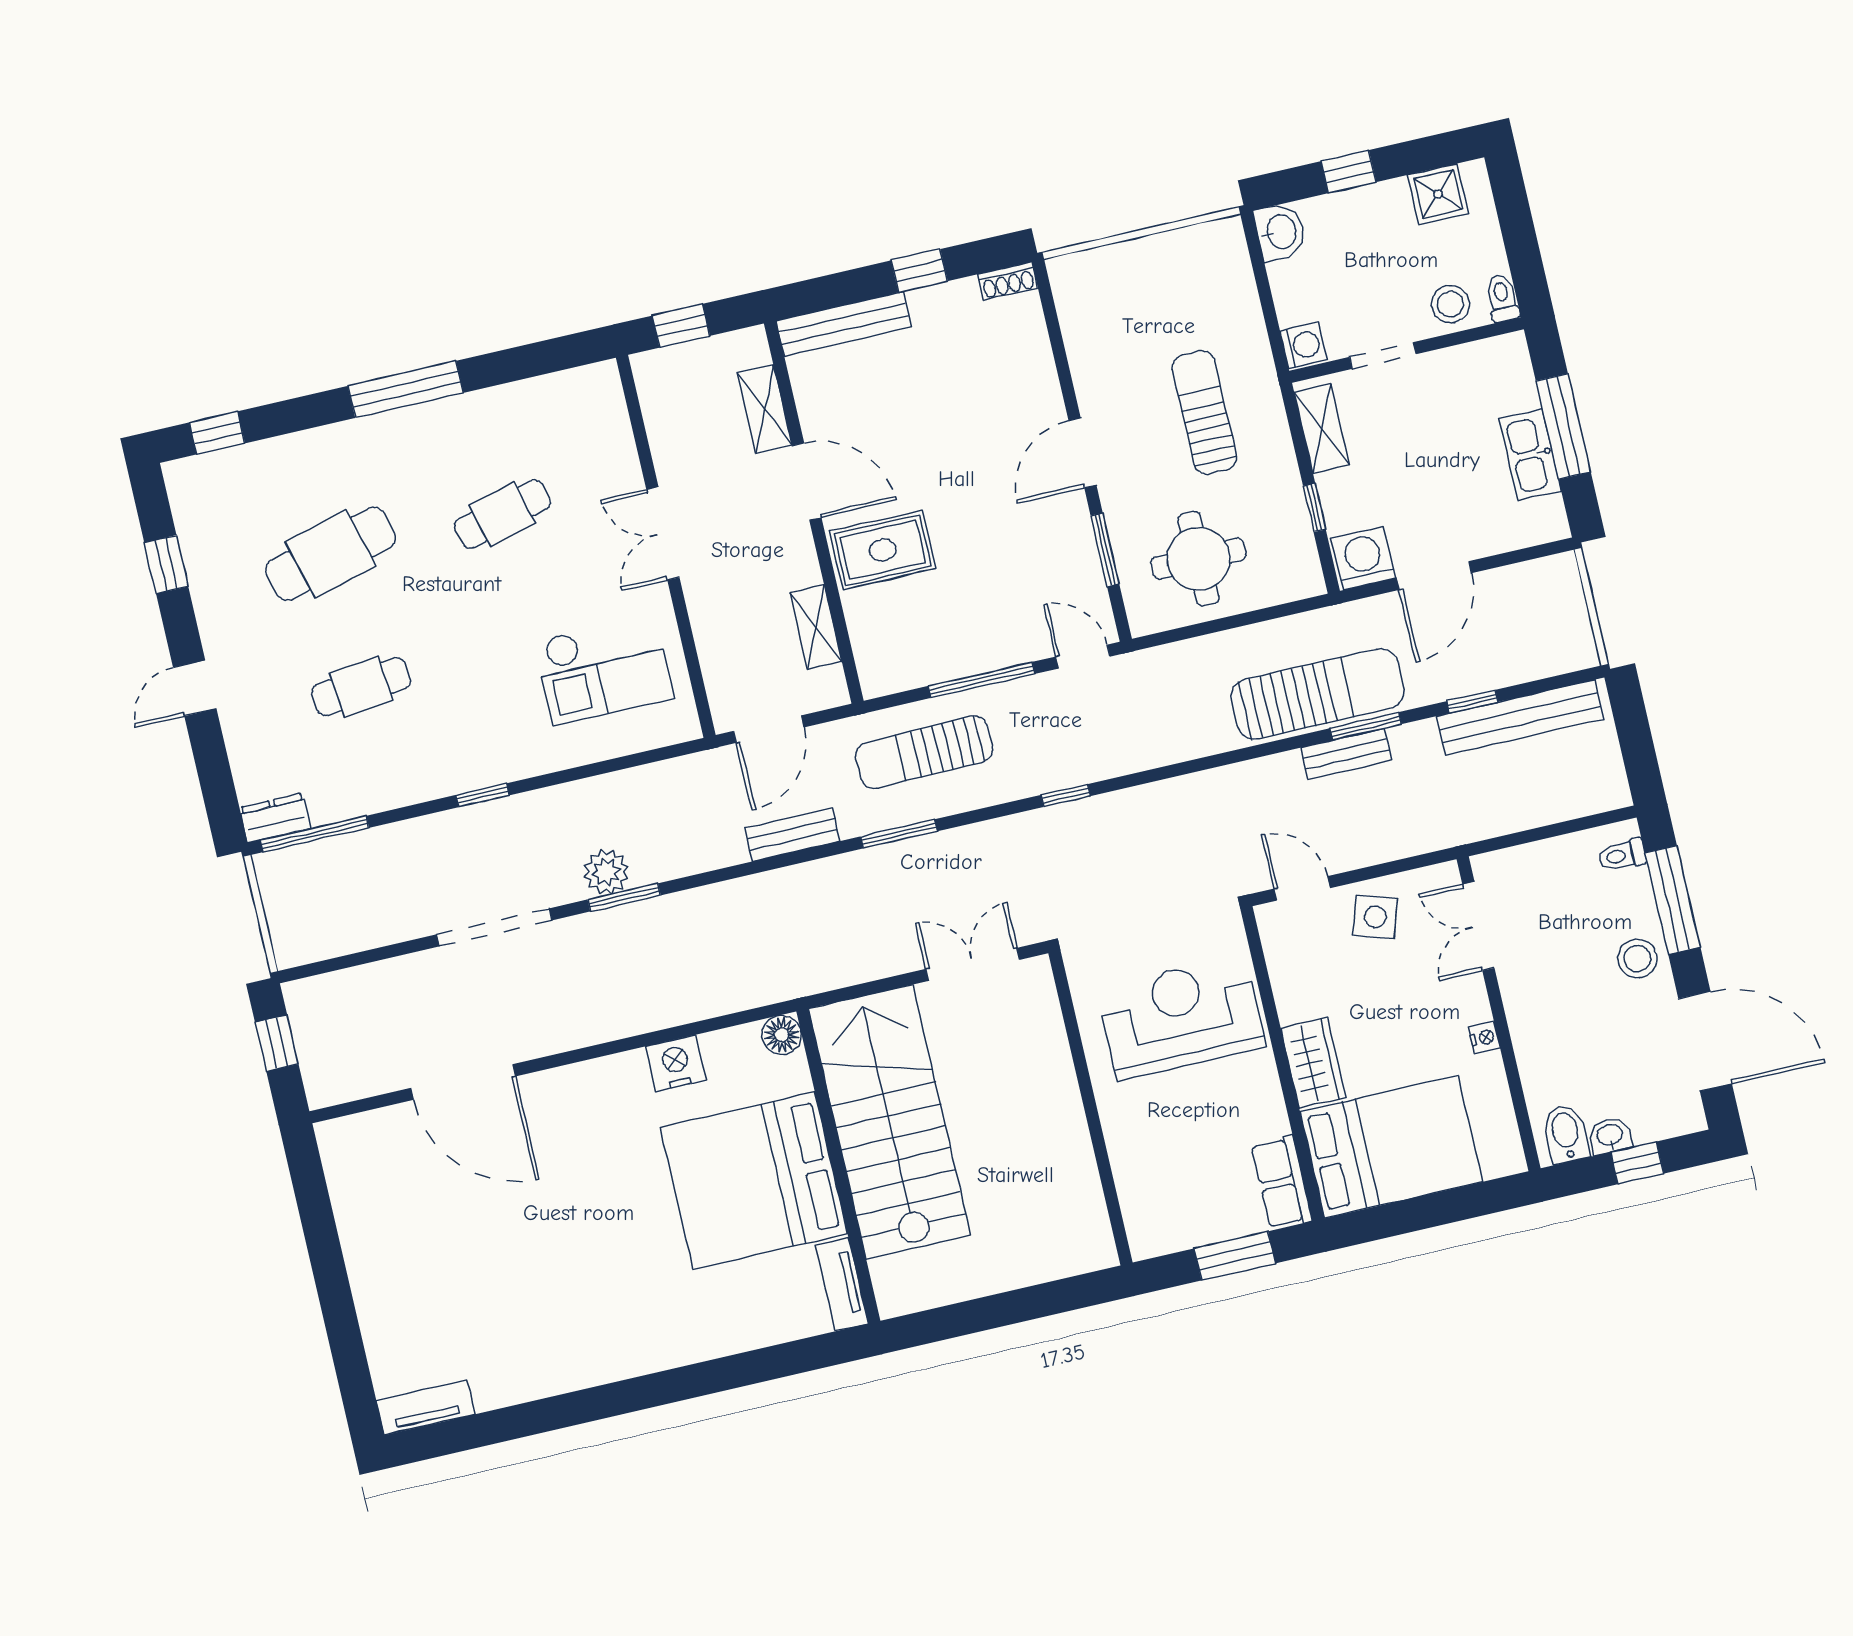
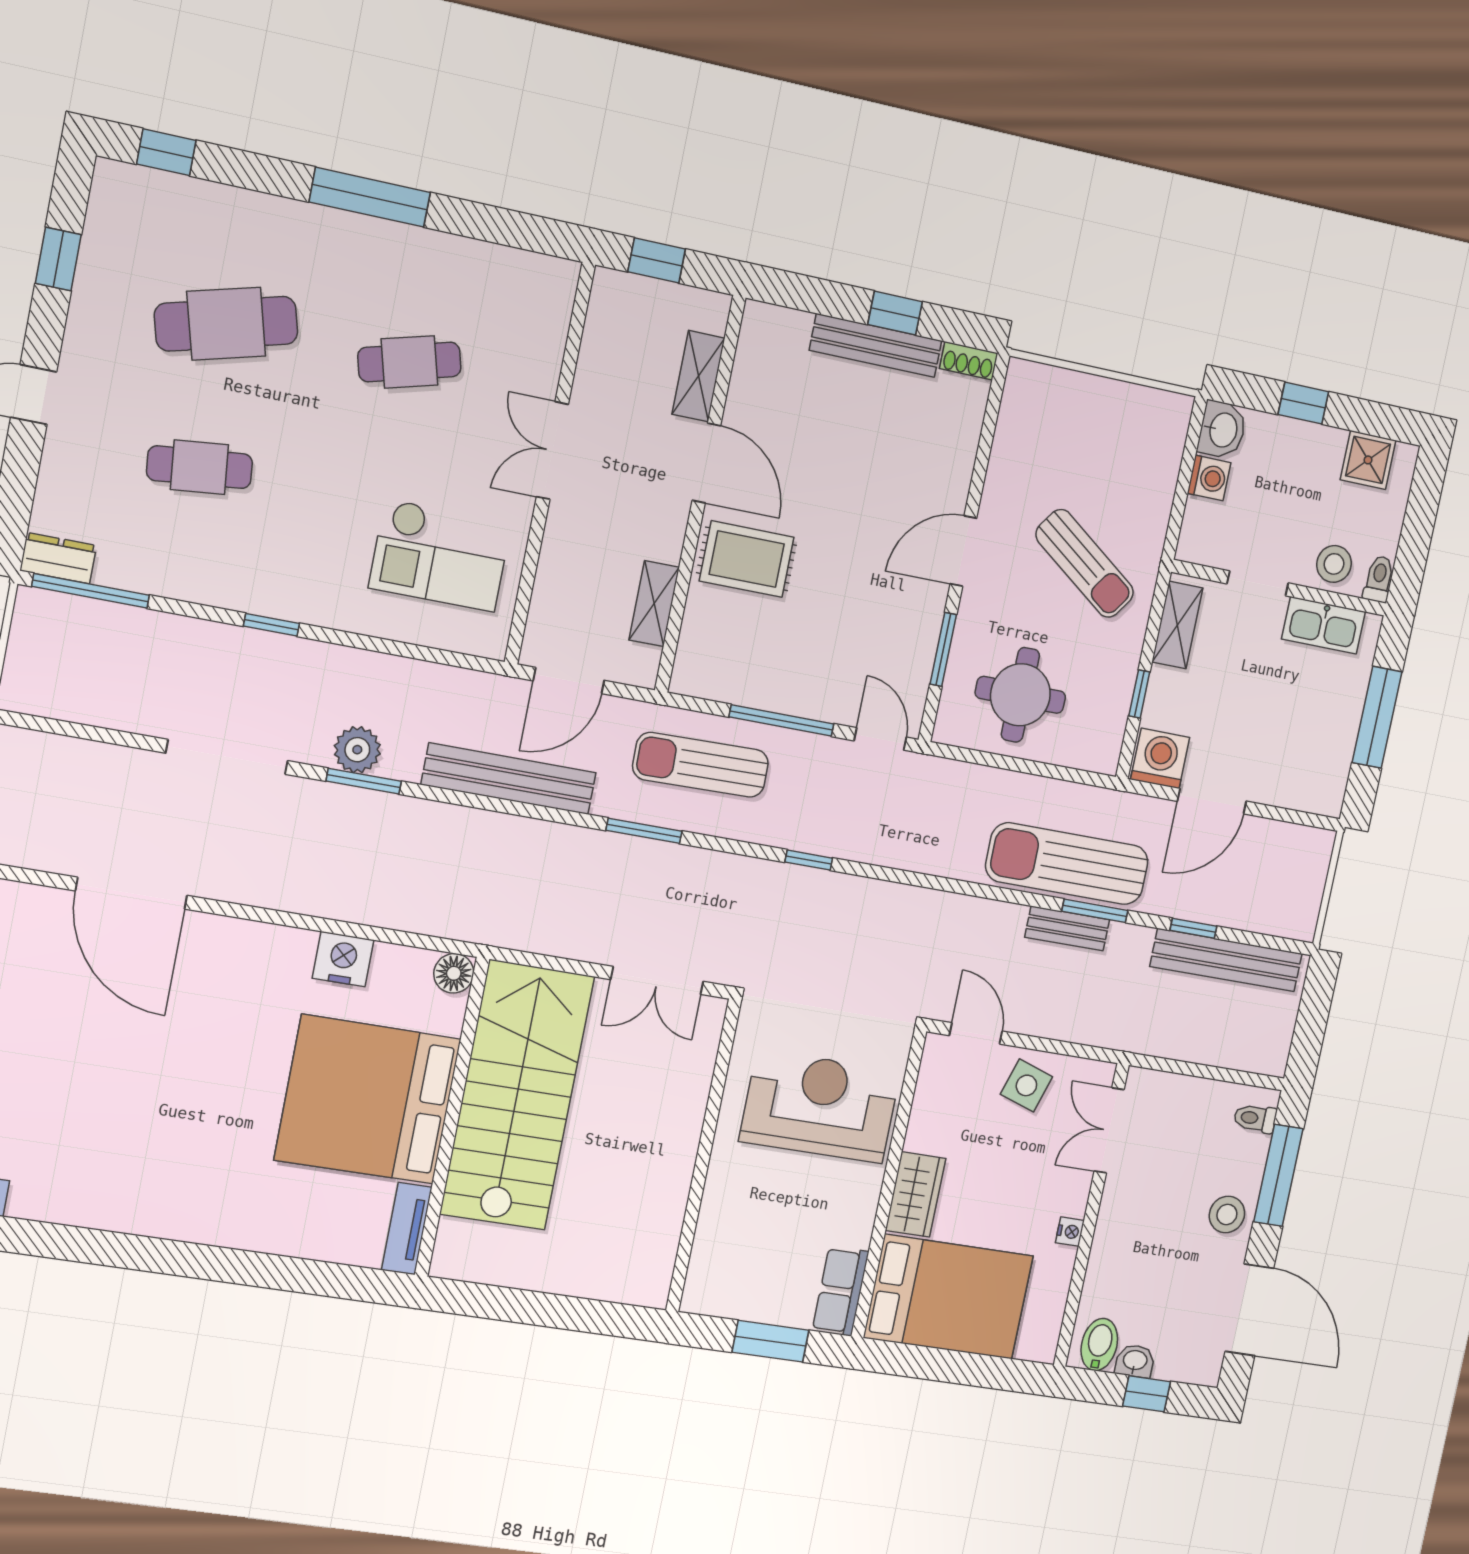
bench: (844, 324) -> (876, 345), moved
washing machine: (1303, 345) -> (1209, 478), moved
sun lounger: (1204, 412) -> (1085, 563), turned 126
kitchen sink: (1530, 455) -> (1323, 625), moved, turned -90
sun lounger: (1318, 694) -> (1067, 864), turned 180
bench: (792, 835) -> (509, 779), width x1.86, depth x1.21
double door: (973, 964) -> (657, 980), swing flipped

